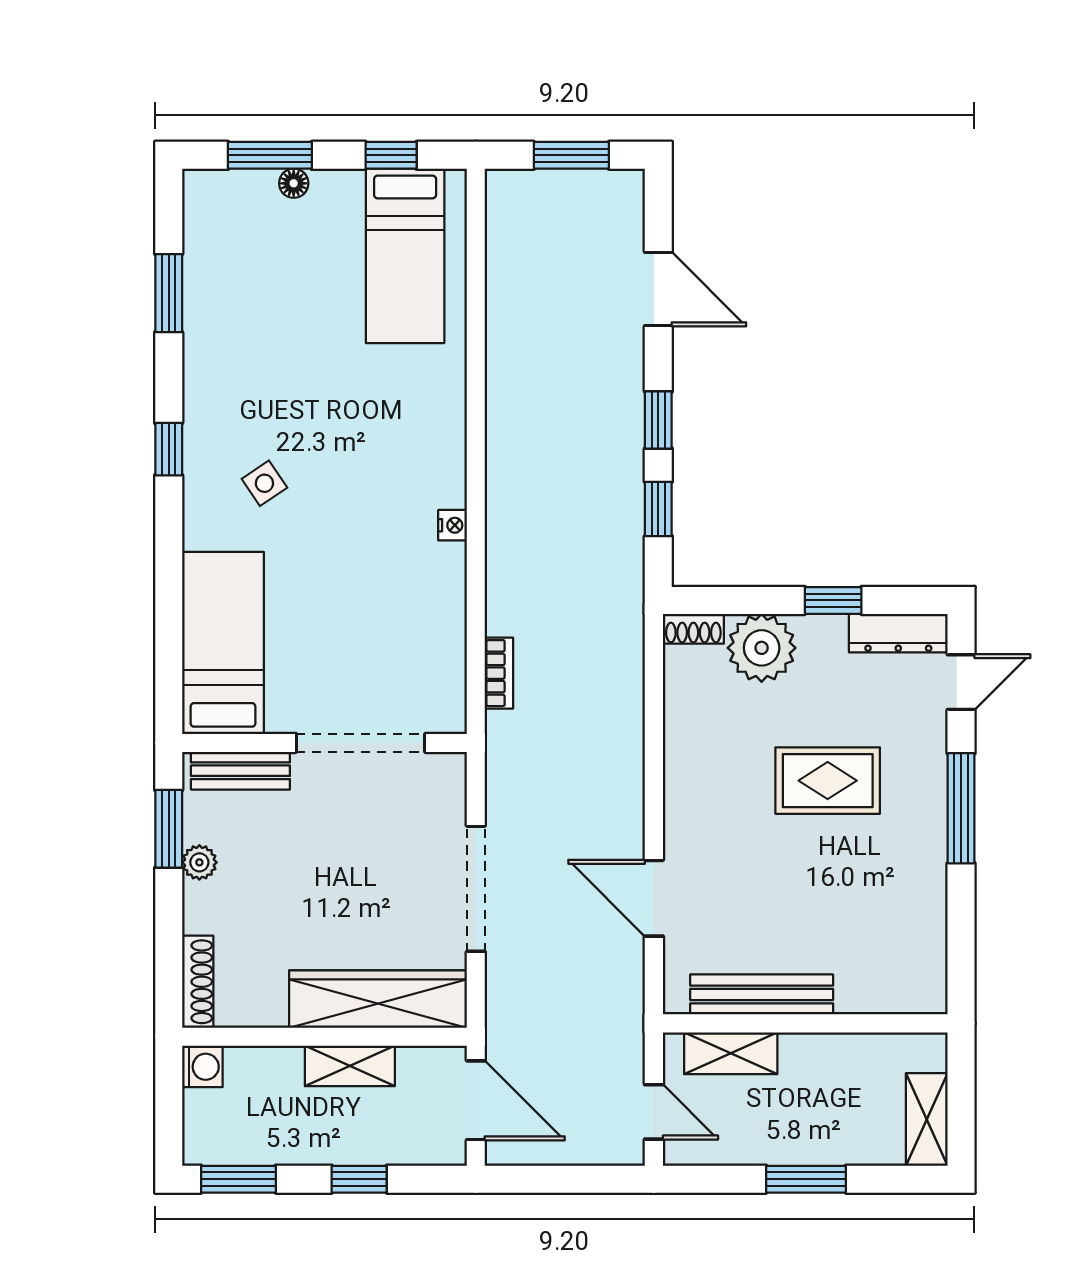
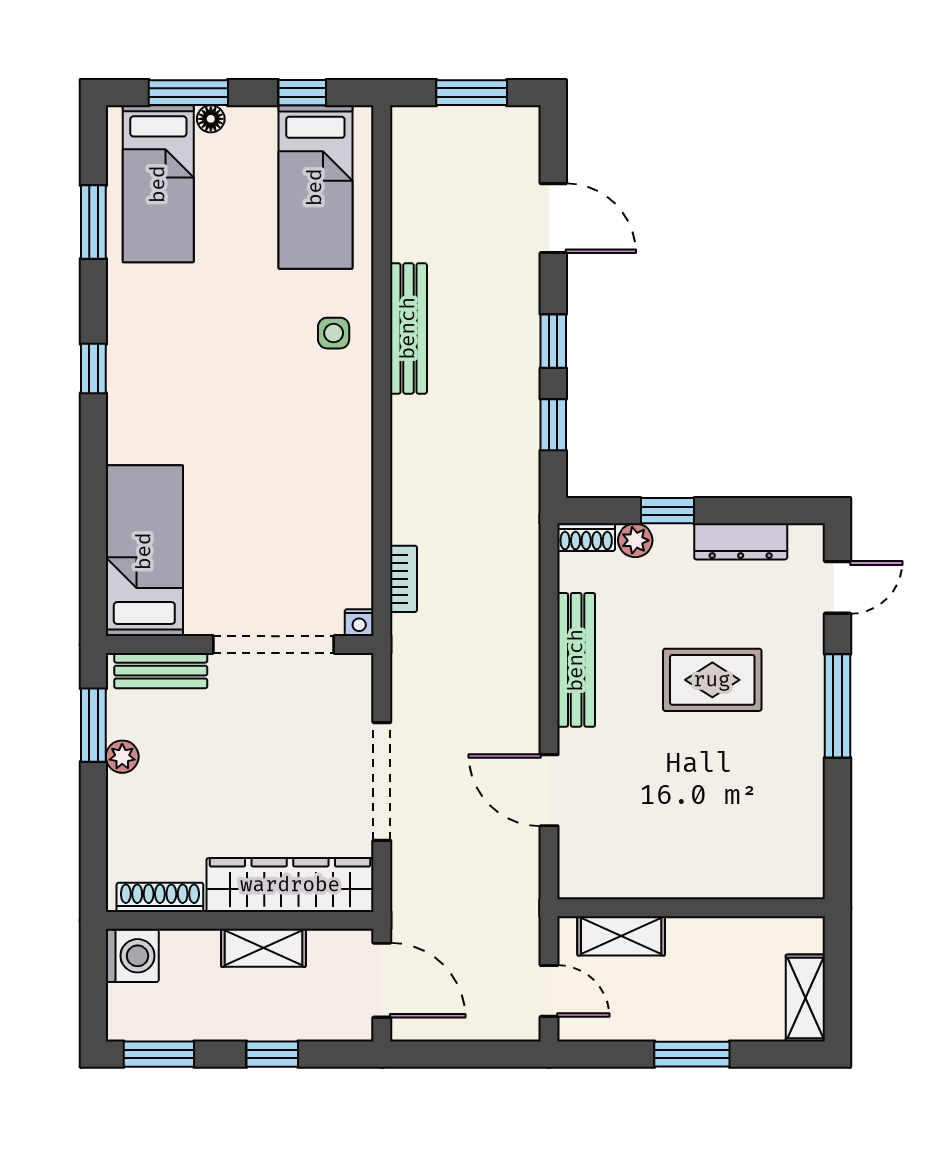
bed: (238, 252) -> (158, 184), added
bench: (504, 406) -> (408, 328), added
side table: (264, 483) -> (334, 333), moved, turned 34
nightstand: (453, 525) -> (359, 623), moved, turned 90
window: (833, 600) -> (667, 511), moved
dresser: (898, 633) -> (741, 541), moved
plant: (762, 648) -> (635, 540), width x0.53, depth x0.53
shoe rack: (198, 982) -> (160, 897), moved, turned -90
bench: (762, 994) -> (576, 660), moved, turned 90
washing machine: (202, 1067) -> (132, 956), width x1.38, depth x1.38

